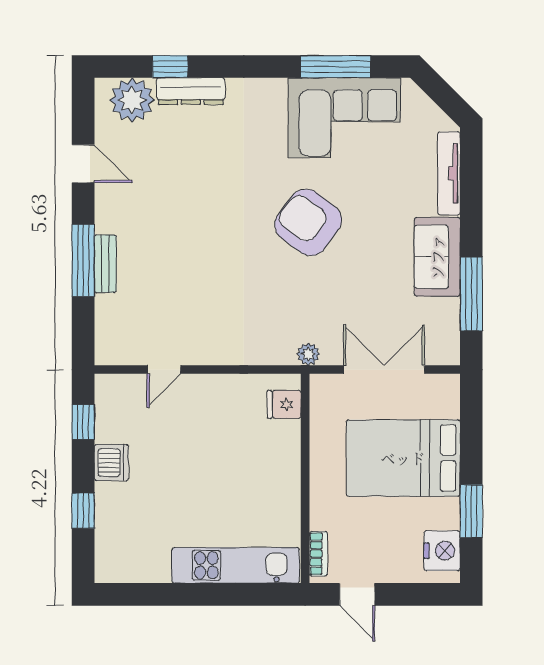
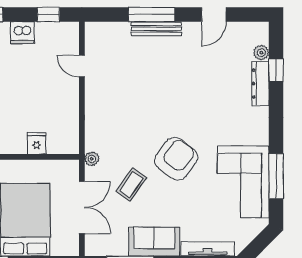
plant: (132, 100) -> (261, 53), width x0.53, depth x0.53
bench: (105, 264) -> (156, 29), width x1.36
coffee table: (348, 292) -> (131, 184), added
fridge: (284, 404) -> (37, 143), moved

